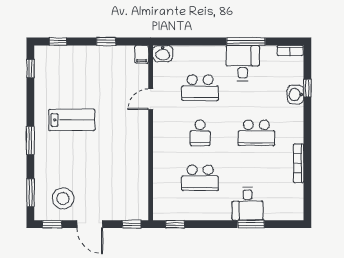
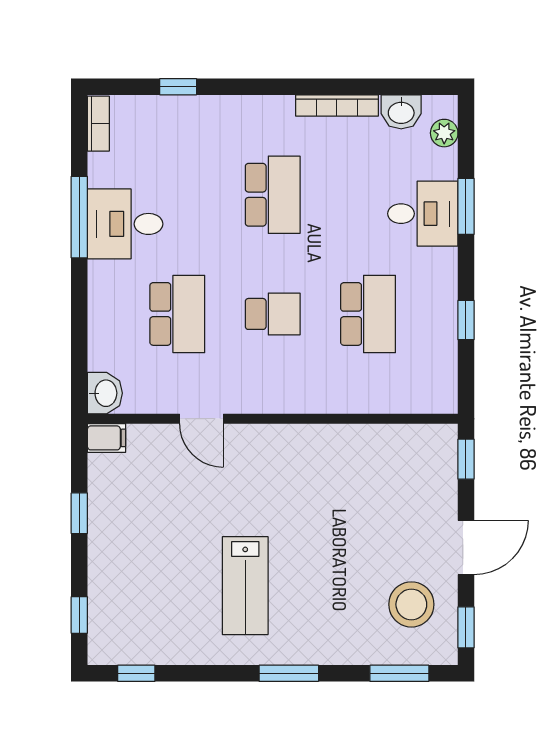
washbasin: (296, 95) -> (401, 112), moved
lab bench: (72, 120) -> (245, 586), turned 180
plant: (286, 214) -> (444, 133), added
window: (175, 224) -> (466, 320), moved

